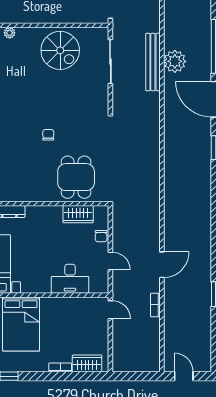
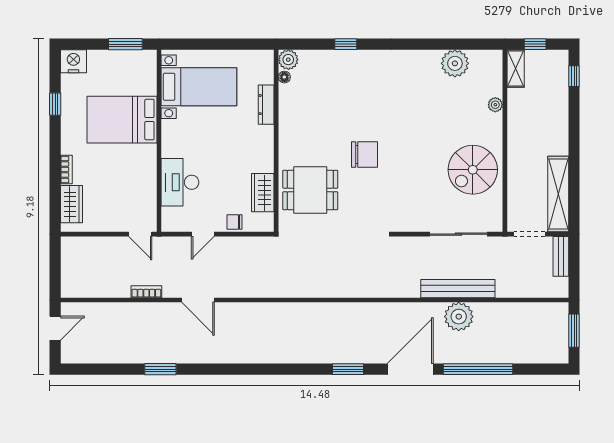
chair: (48, 135) -> (364, 154), width x1.87, depth x1.87
door: (110, 310) -> (140, 234), hinge flipped

